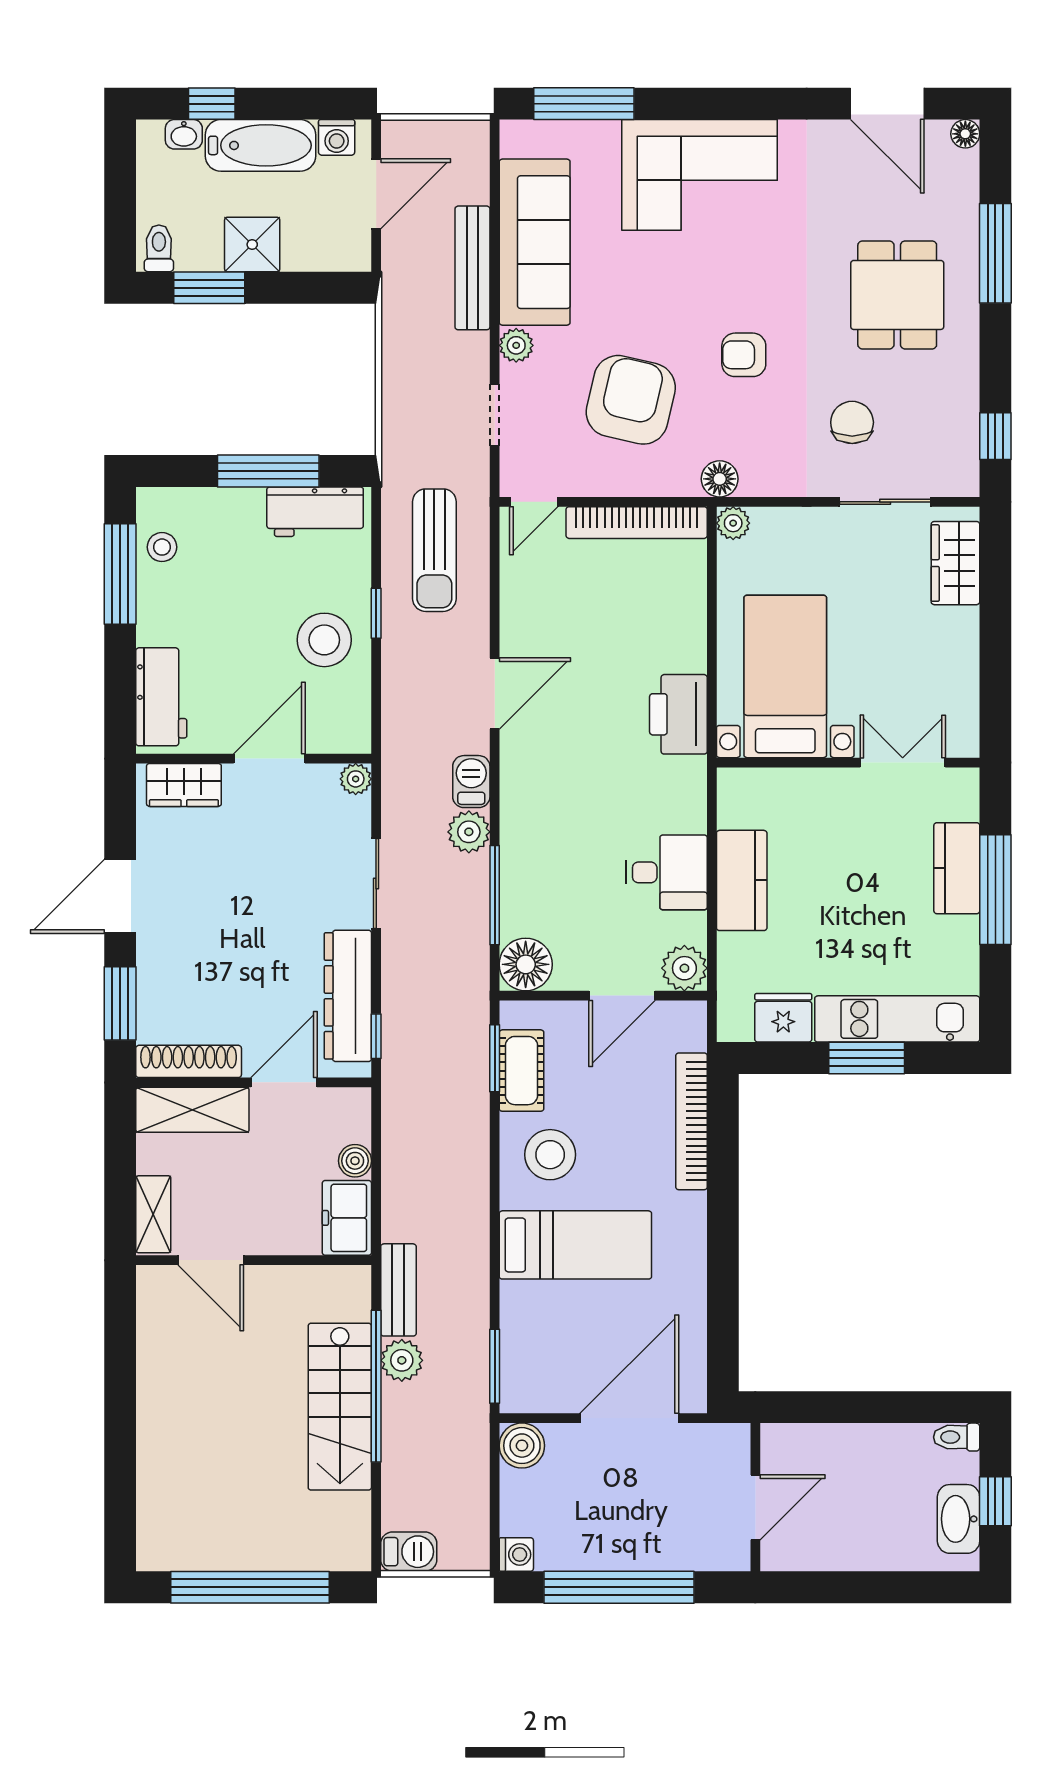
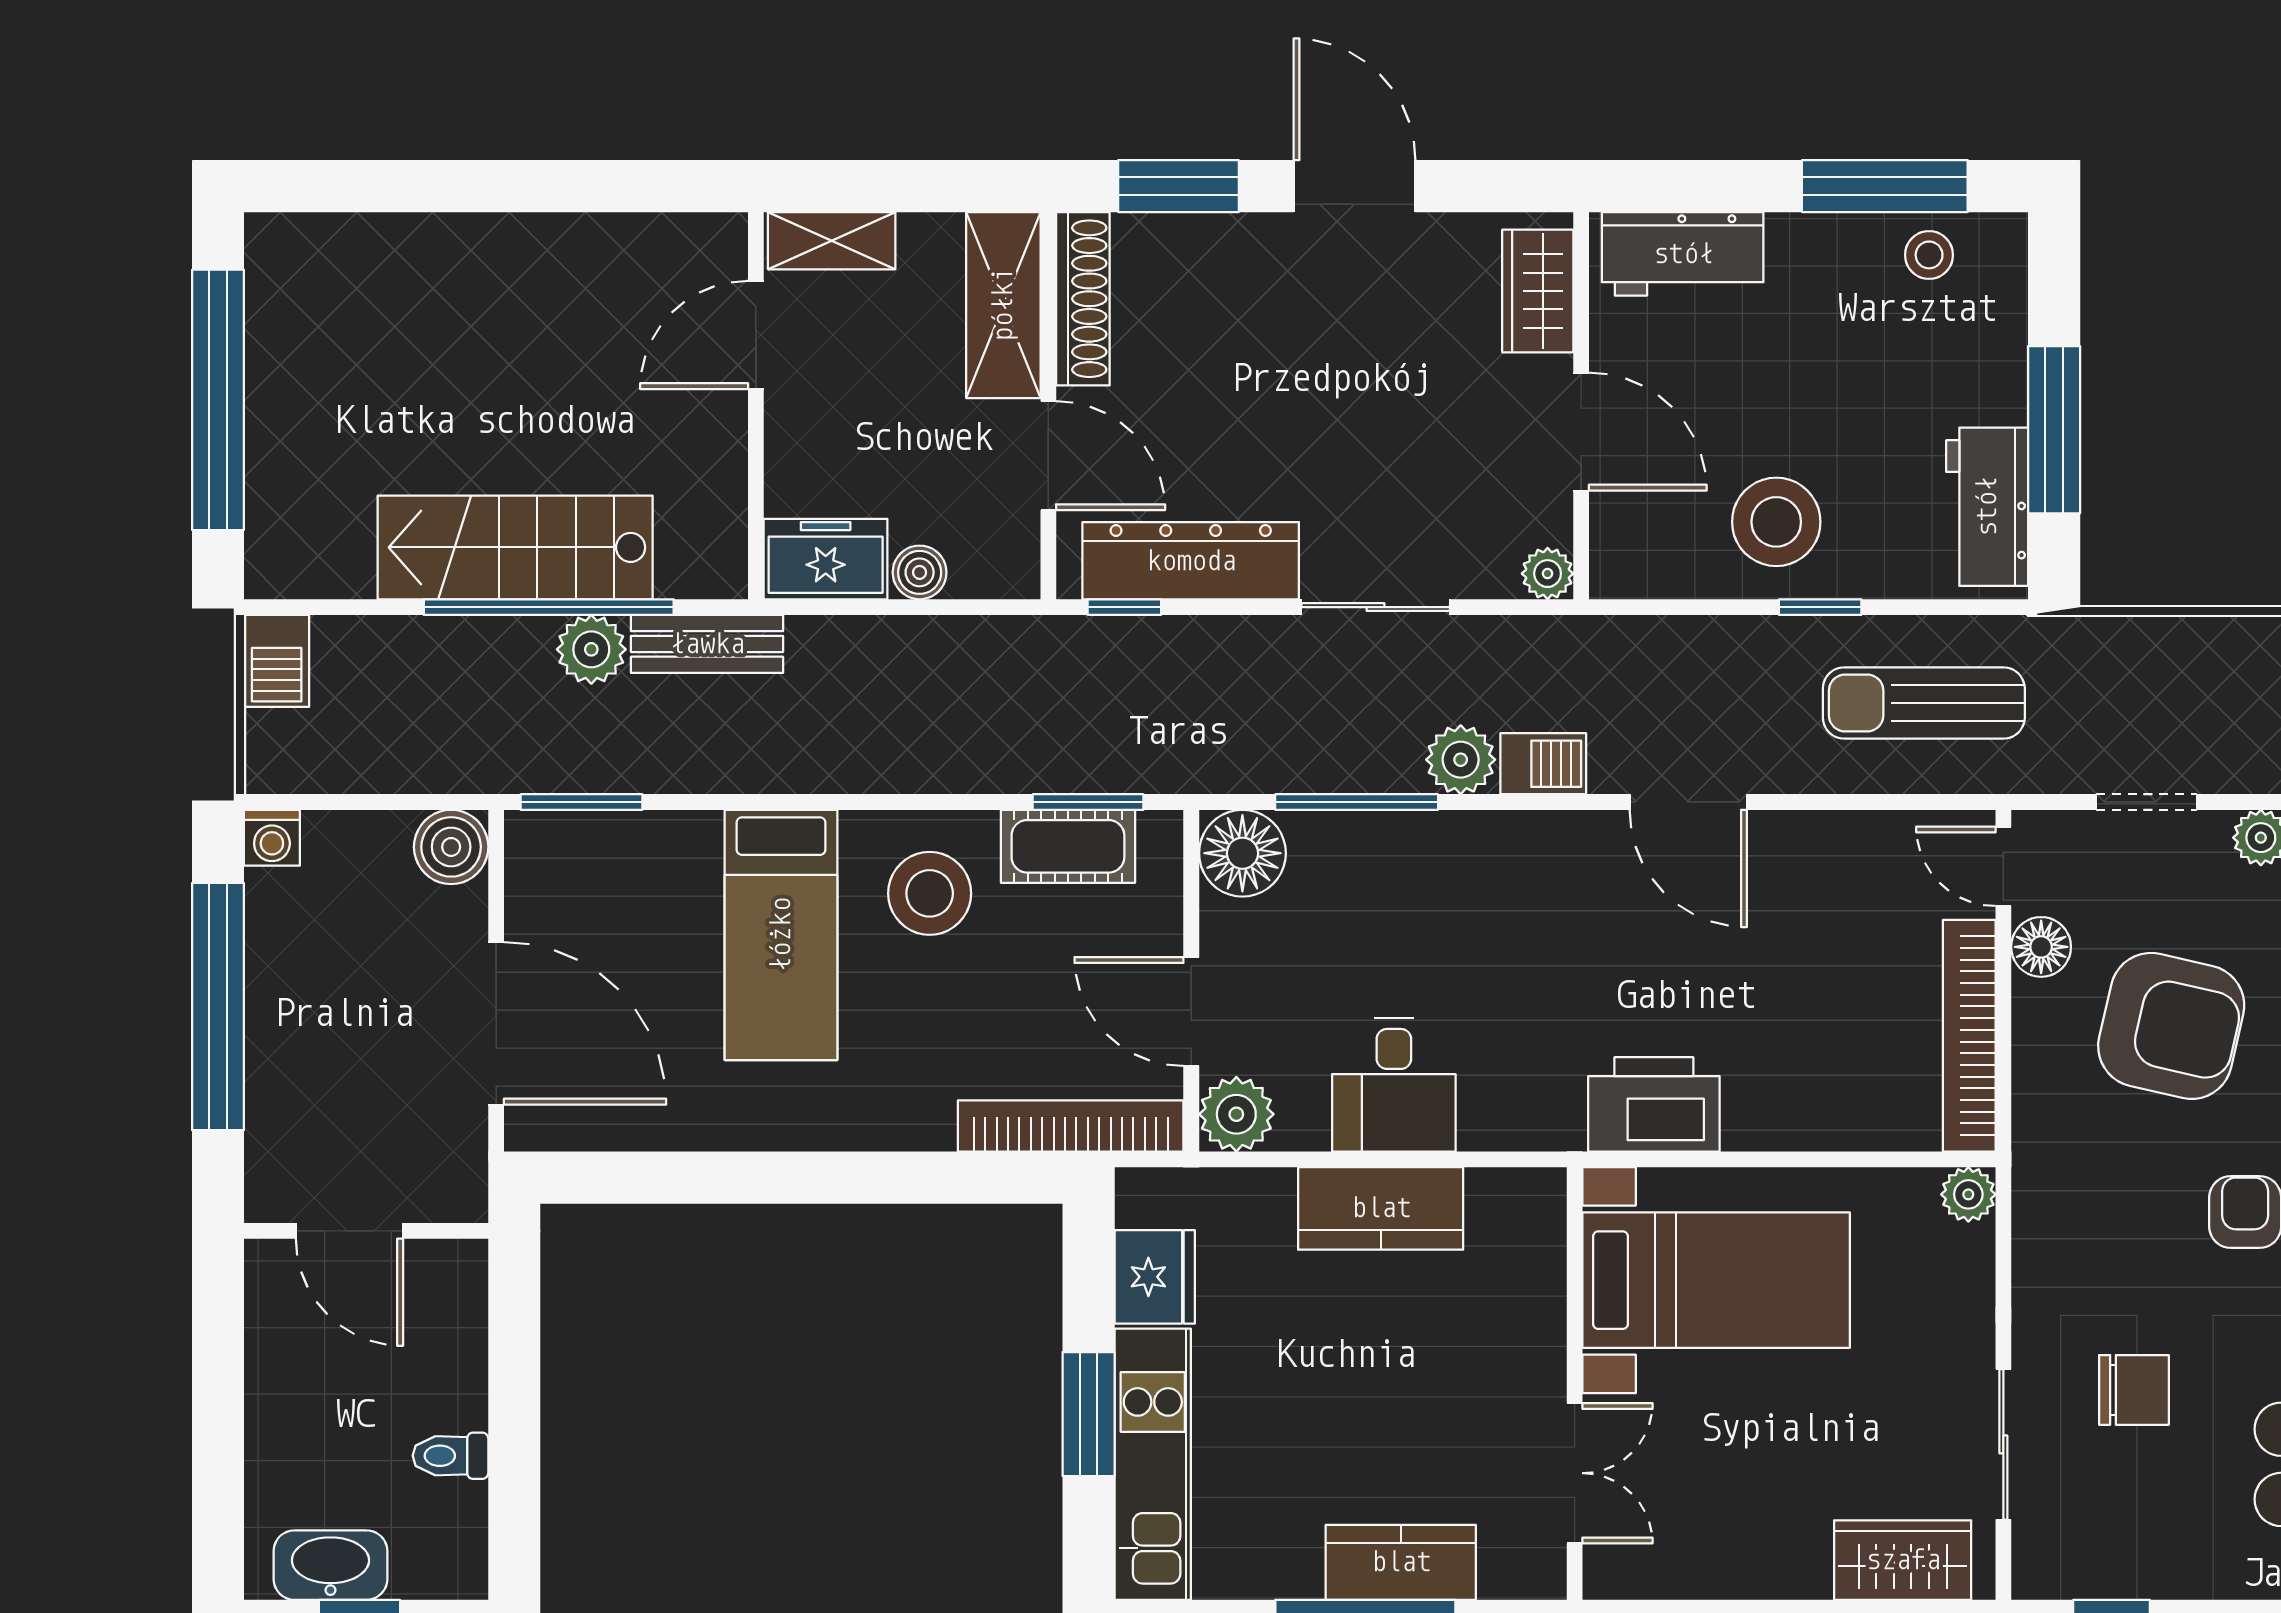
floor lamp: (720, 479) -> (2041, 947), moved
bookcase: (692, 1121) -> (1071, 1126), moved
toilet: (957, 1437) -> (450, 1456), moved, turned -90

